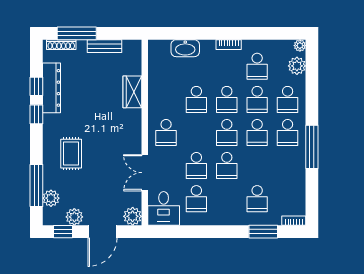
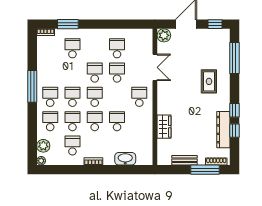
plant: (51, 198) -> (224, 49), removed
desk: (164, 208) -> (141, 41), removed
plant: (74, 217) -> (207, 35), removed

